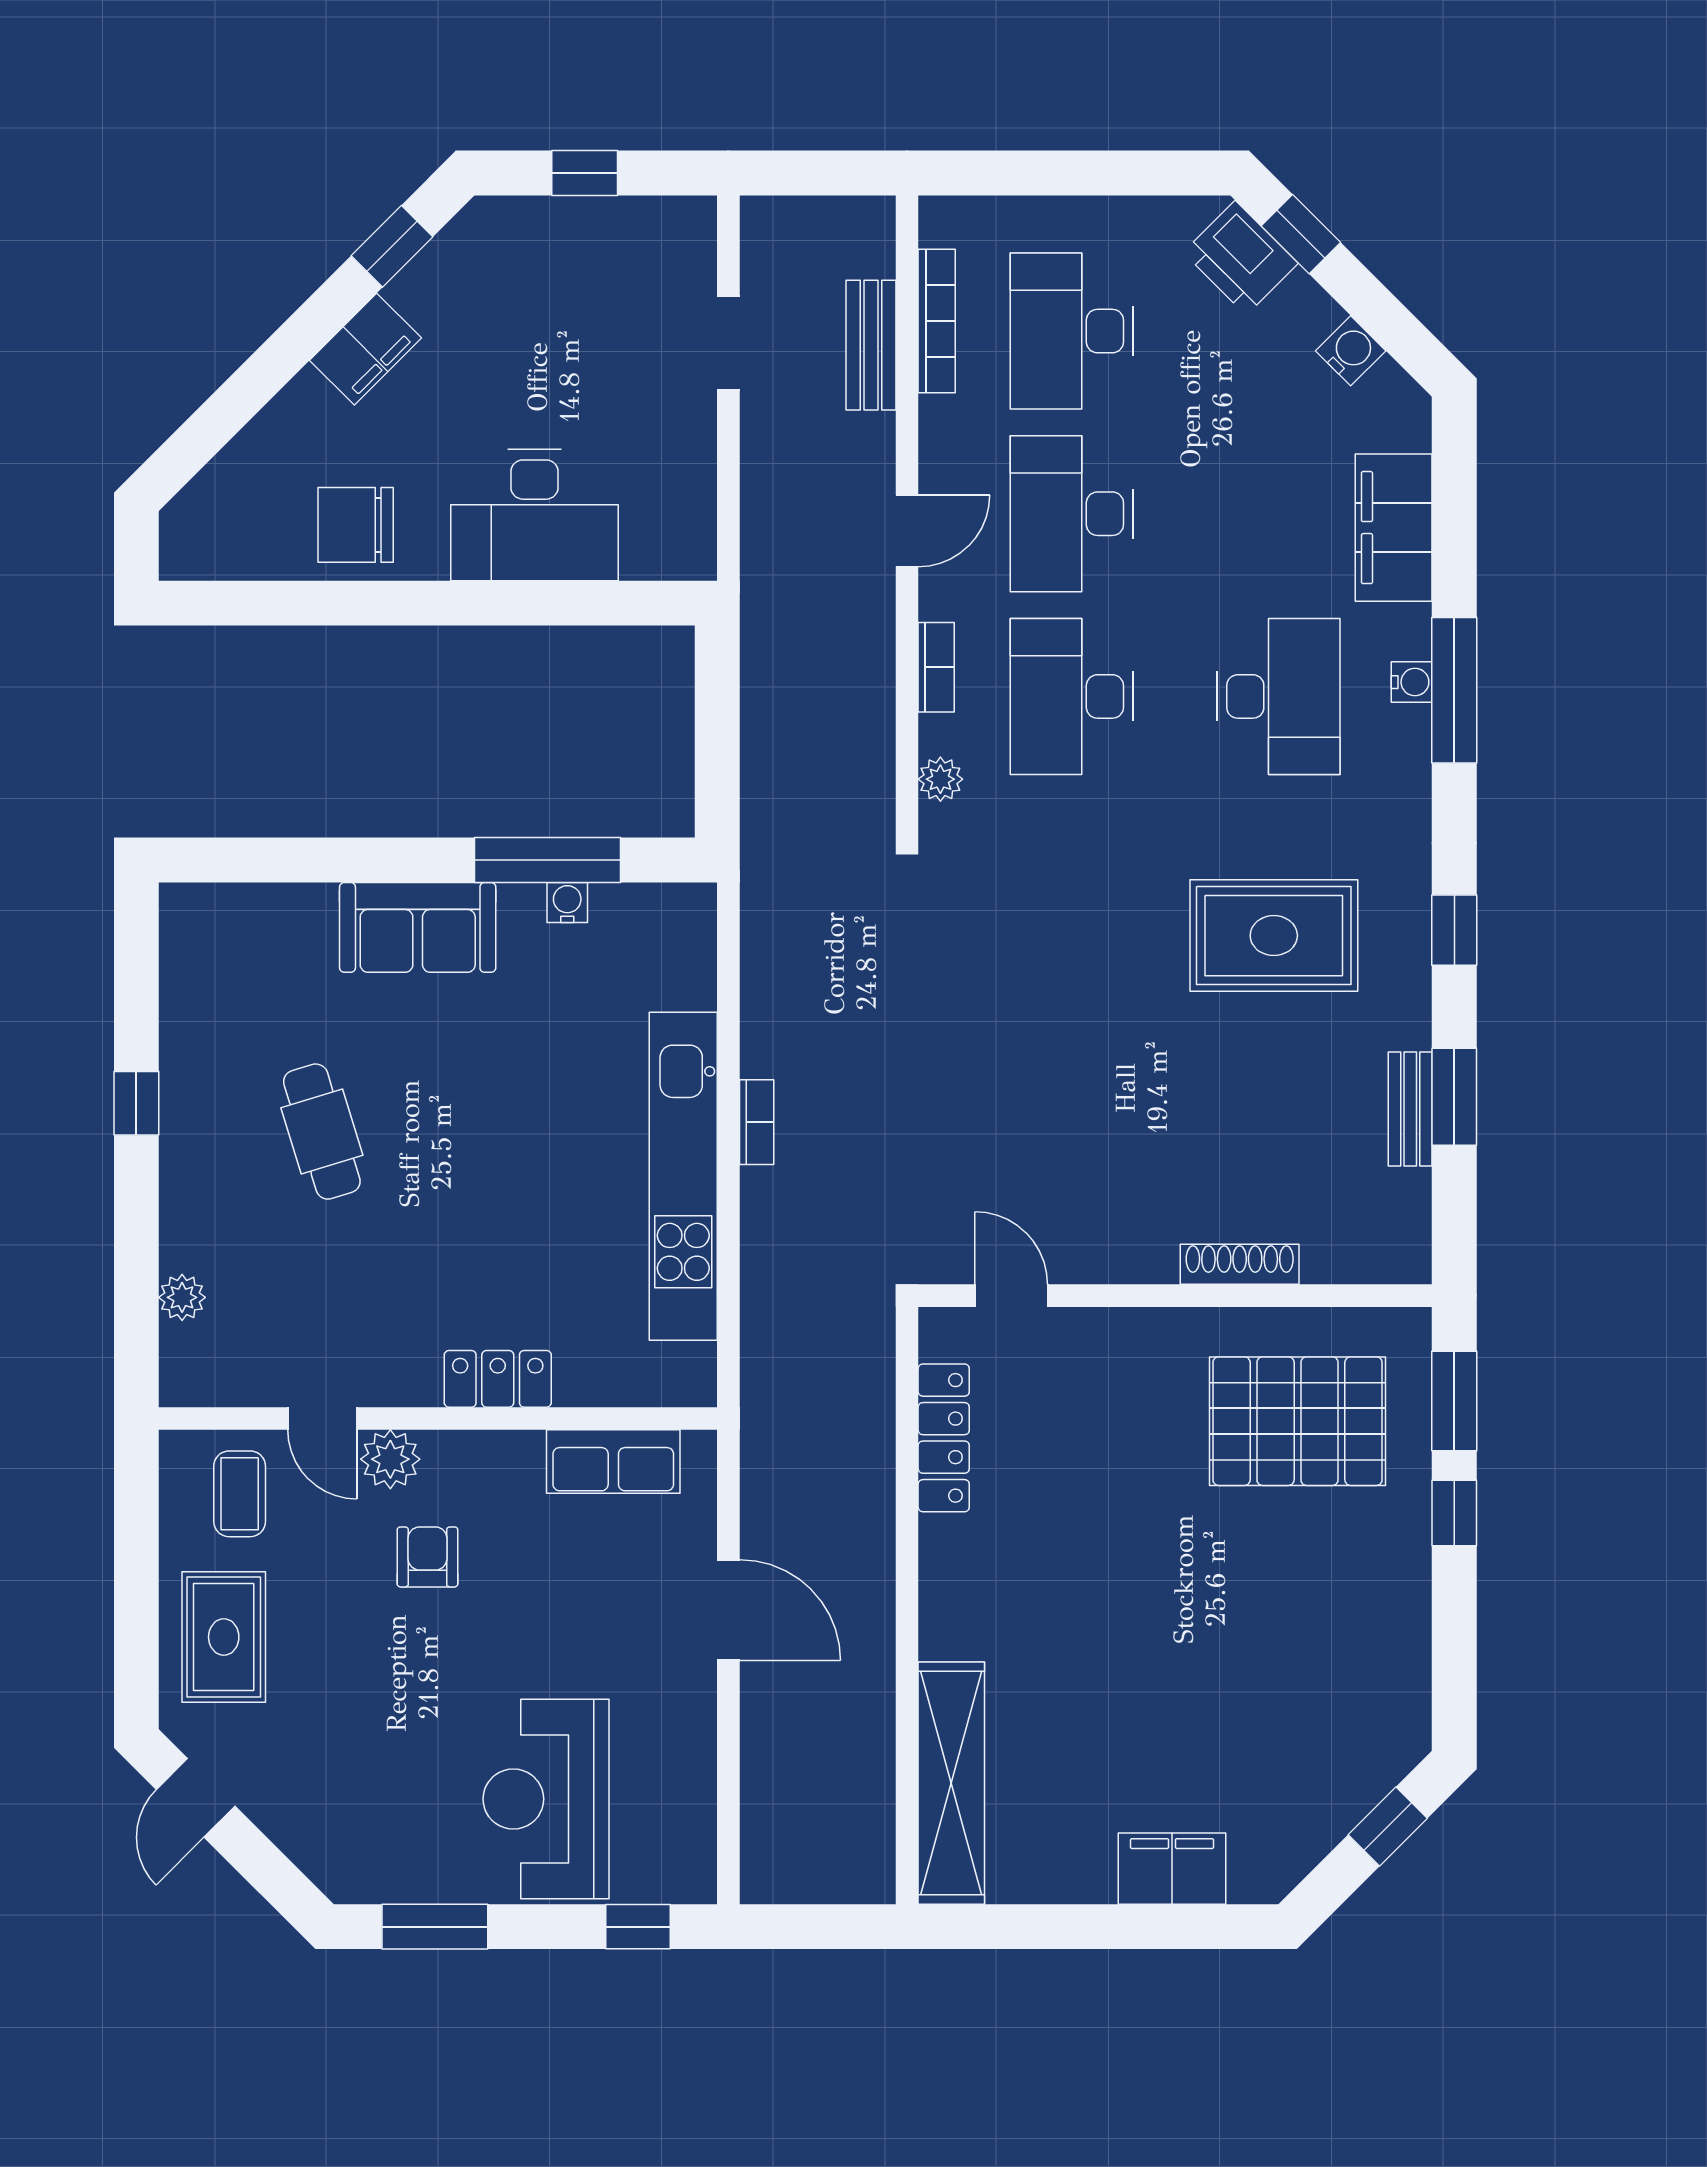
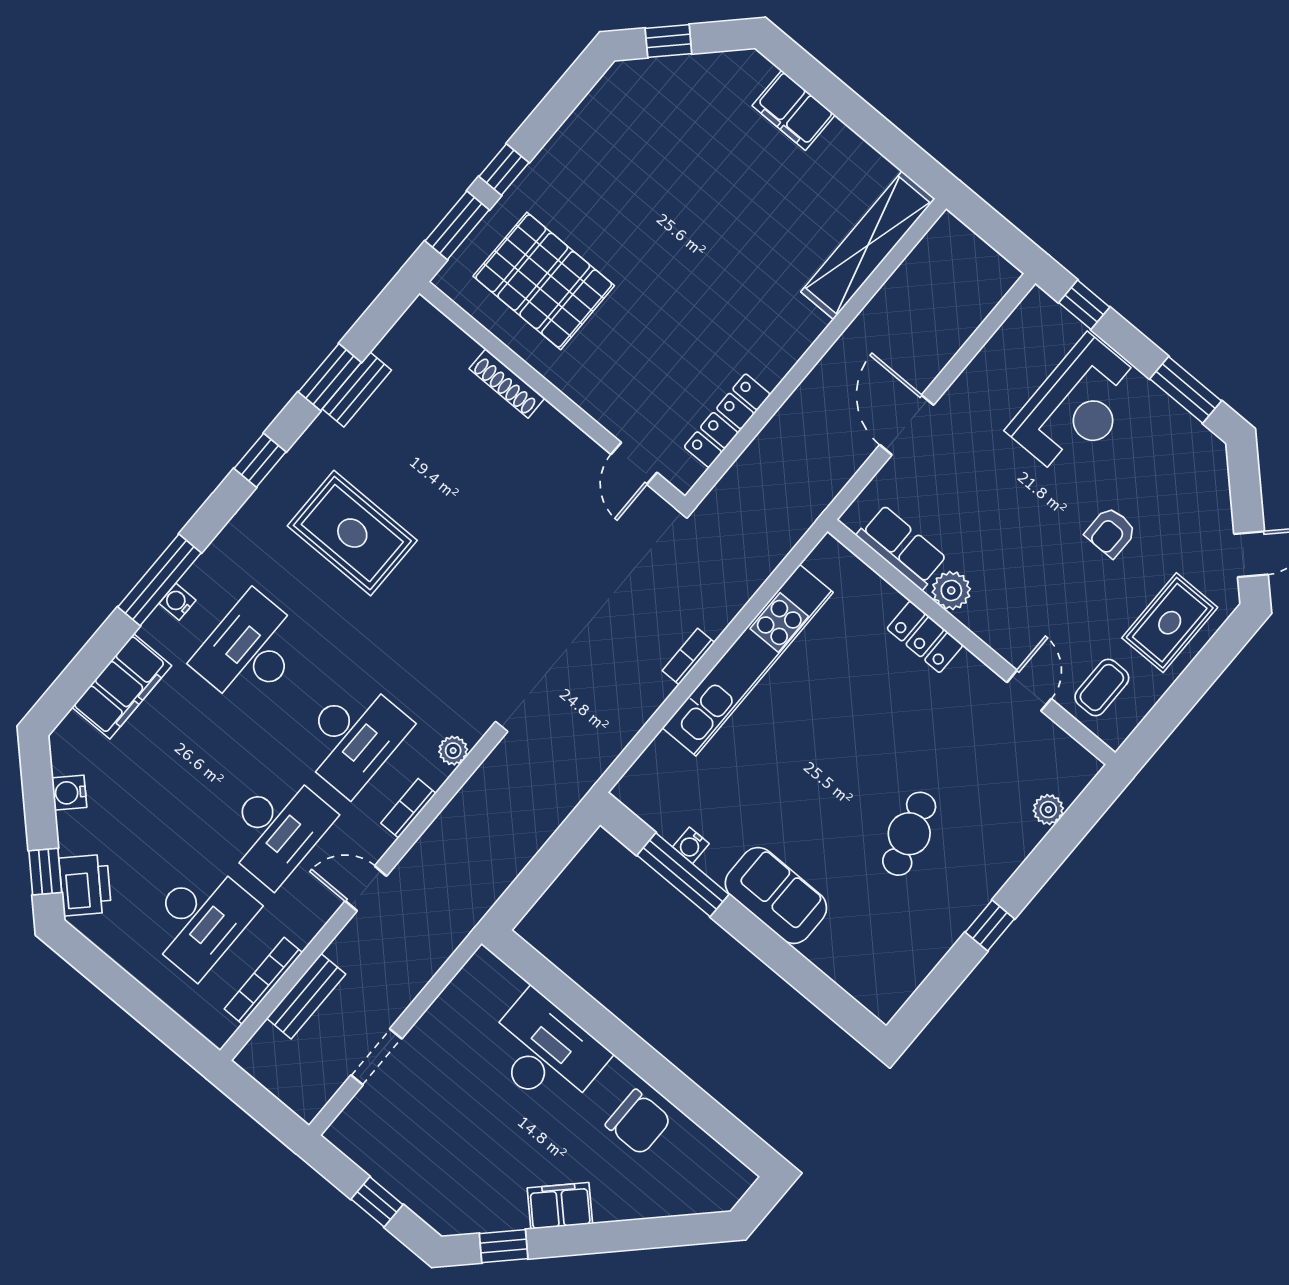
plant: (390, 1459) -> (951, 591), moved
armchair: (427, 1557) -> (1111, 532), moved

